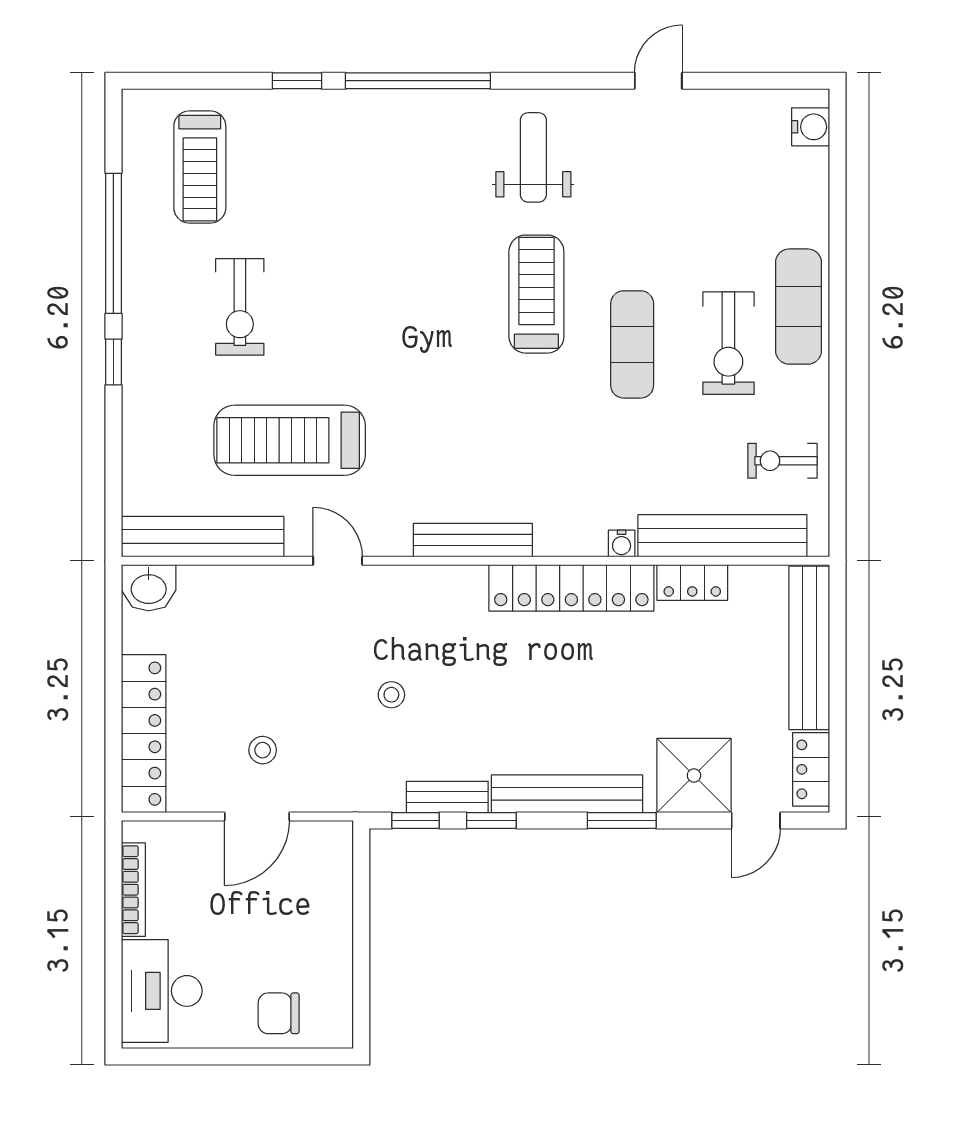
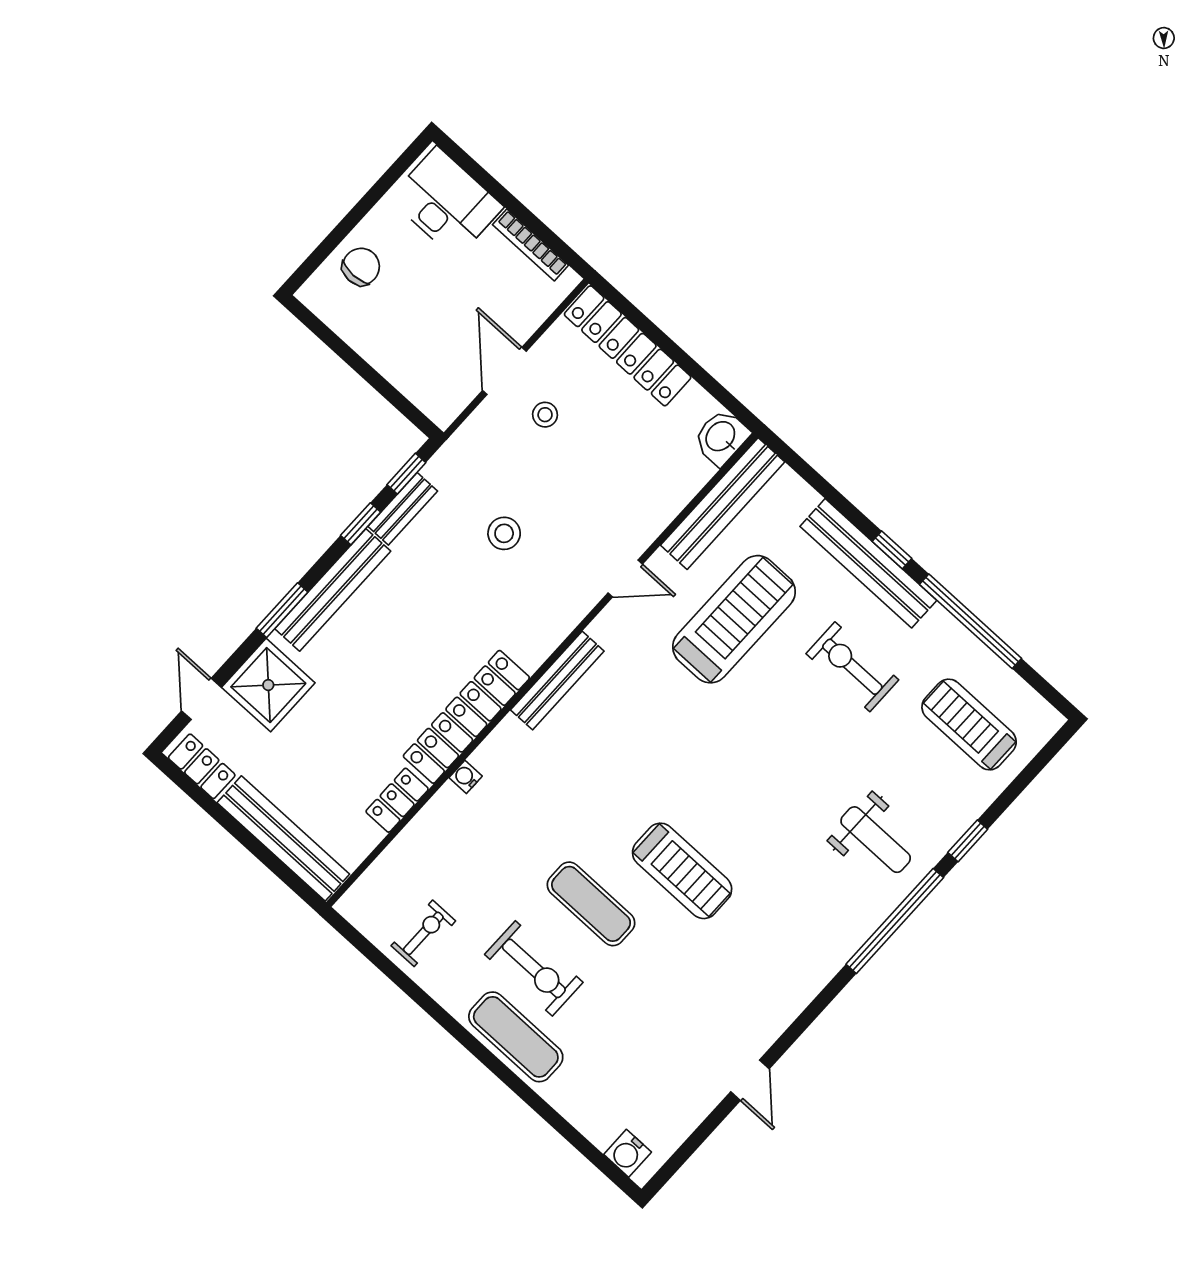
weight bench: (533, 157) -> (876, 840), moved
exercise bike: (728, 343) -> (534, 968), turned 180
bench: (722, 536) -> (868, 563), moved, turned 90
stool: (391, 695) -> (504, 533), width x1.37, depth x1.37

